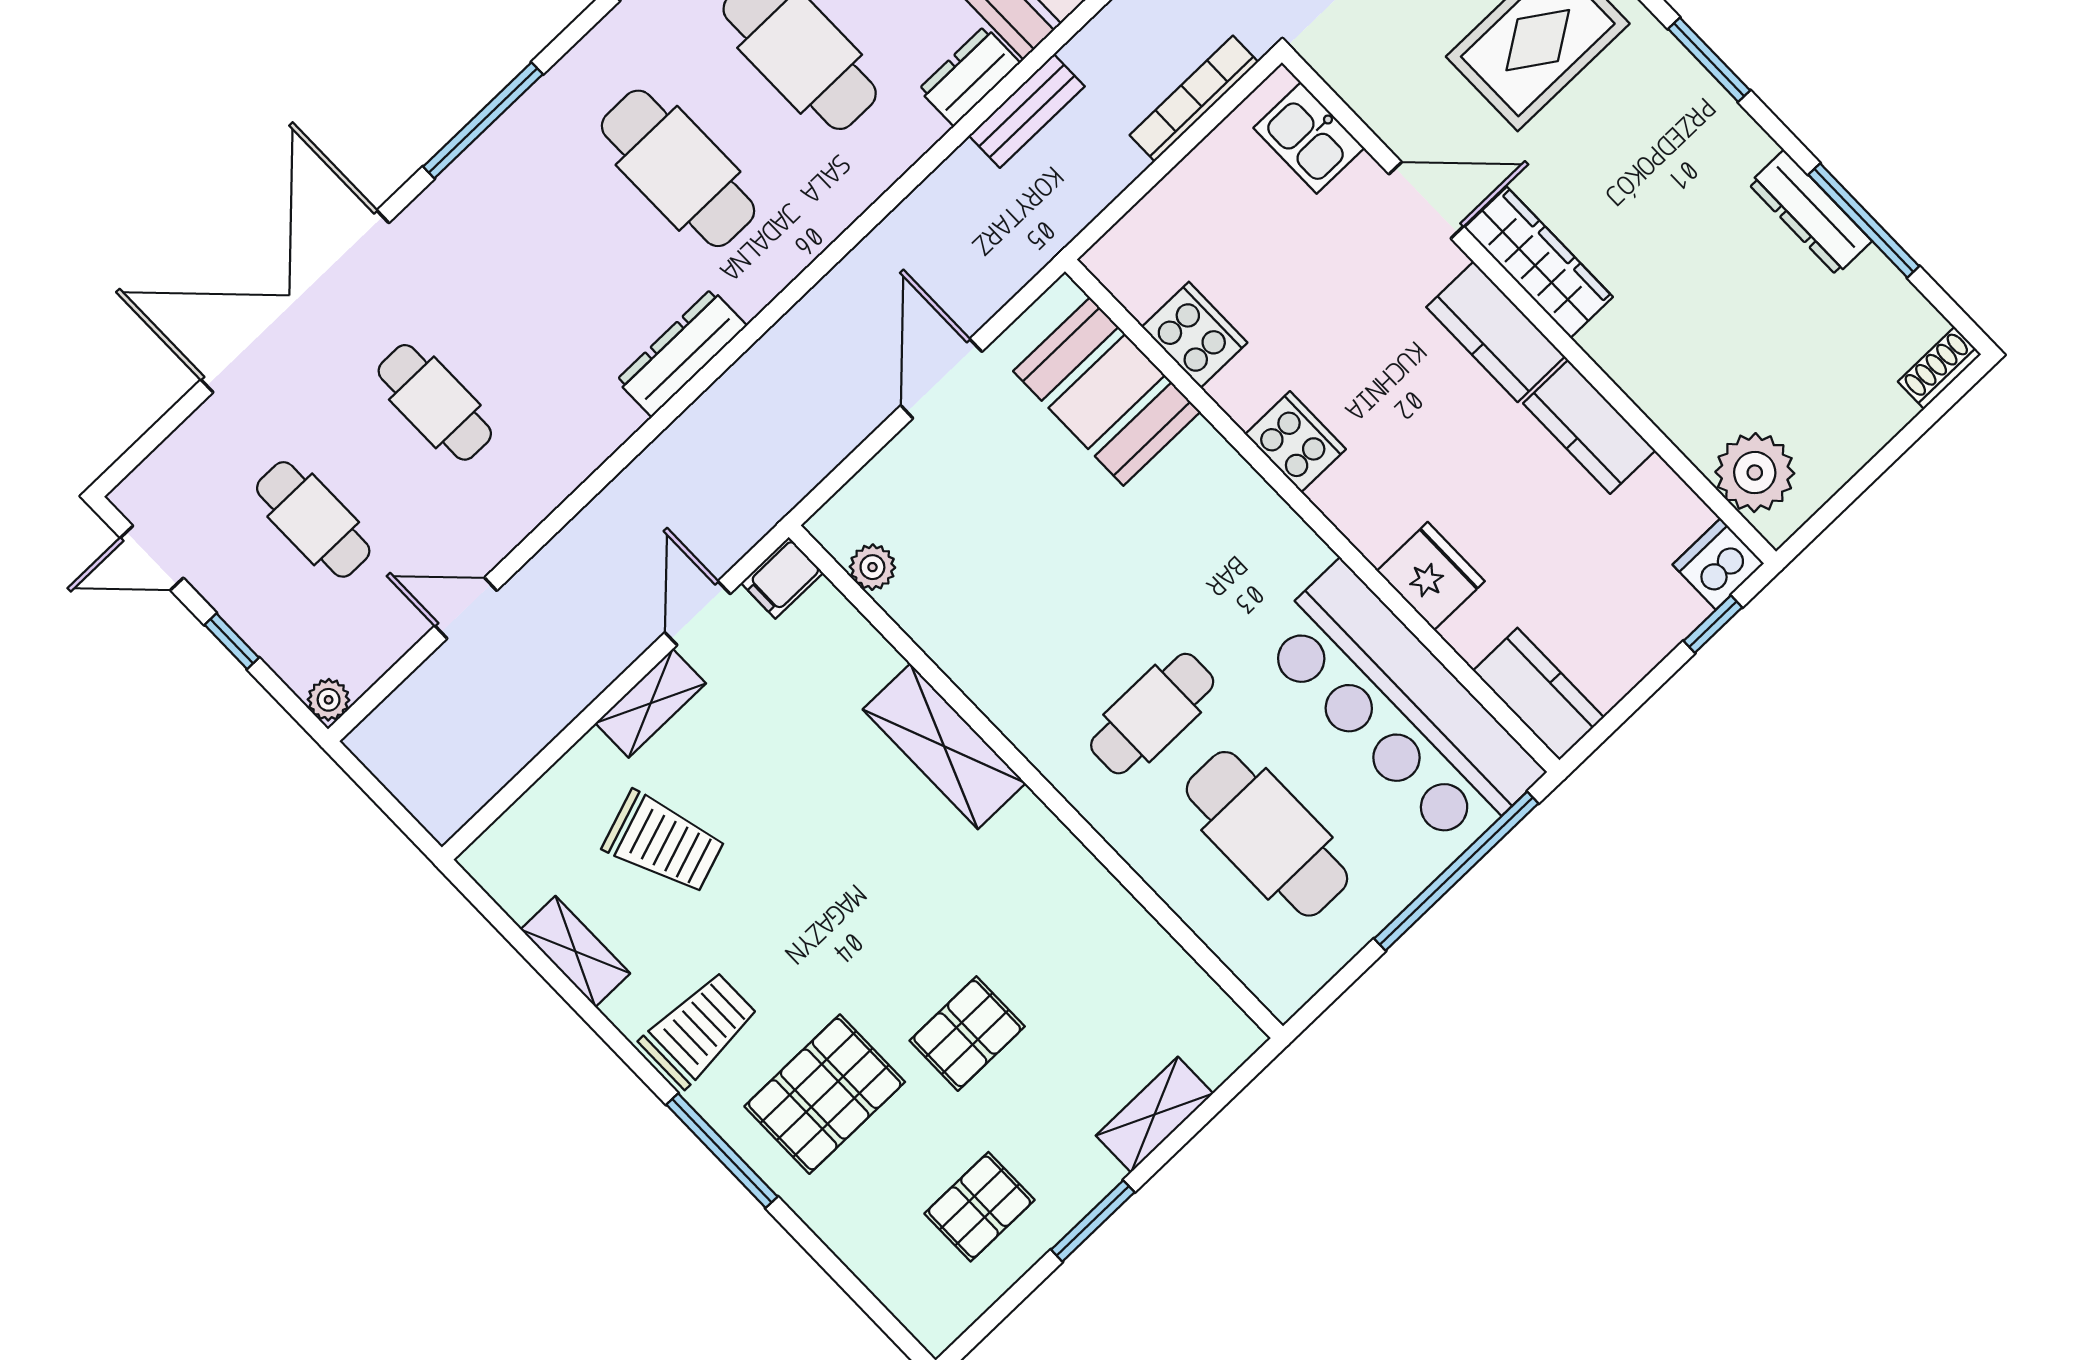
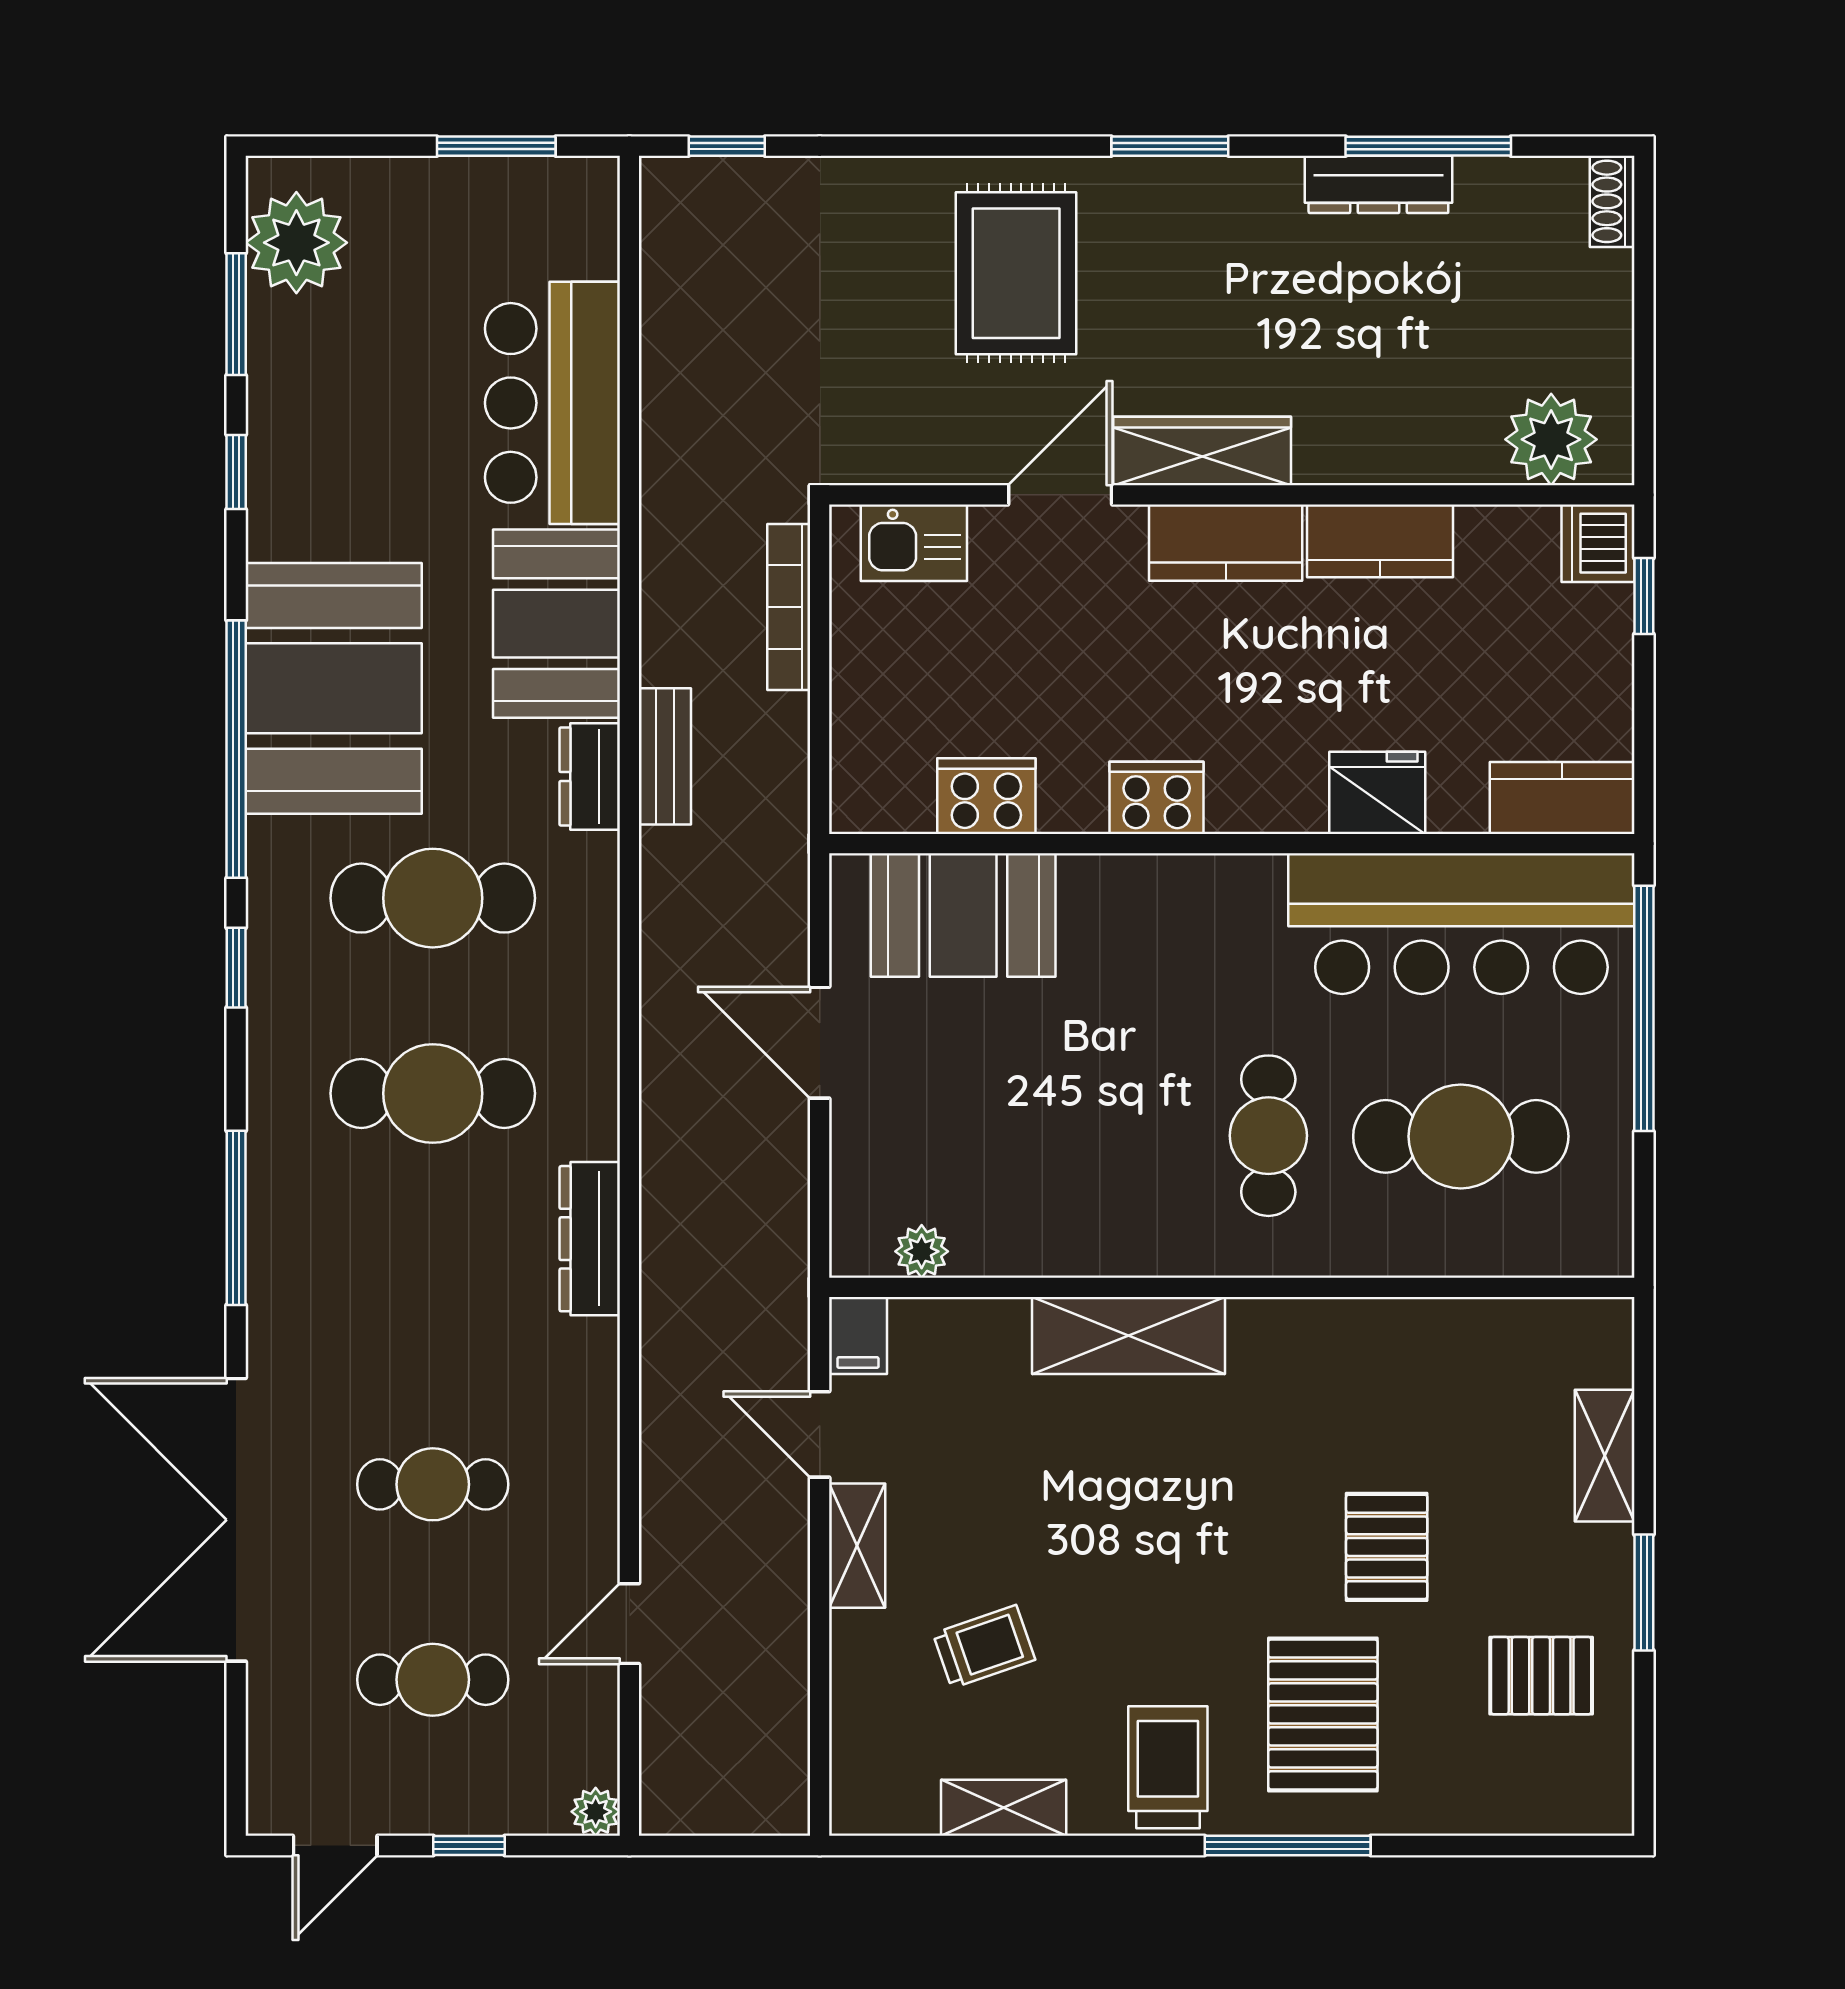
trolley: (664, 843) -> (984, 1647), width x0.73, depth x0.72
pallet: (979, 1207) -> (1541, 1676), turned 90

